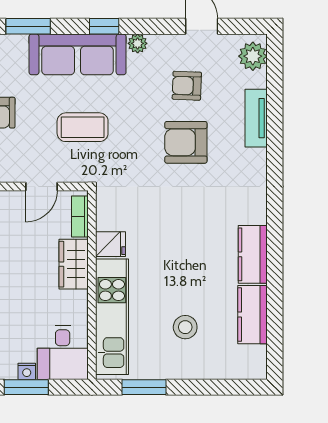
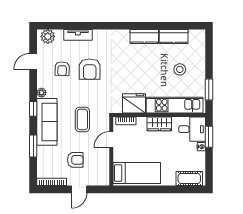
door: (41, 186) -> (111, 139), swing flipped
fridge: (111, 244) -> (134, 103), width x1.88, depth x1.34
wardrobe: (74, 264) -> (159, 124), moved
window: (26, 387) -> (209, 137), moved

